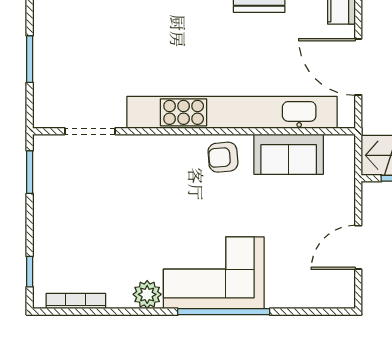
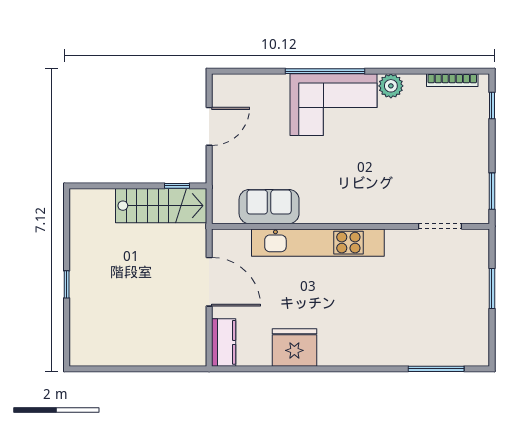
kitchen unit: (232, 112) -> (318, 243), width x0.73
armchair: (223, 157) -> (326, 204), removed

